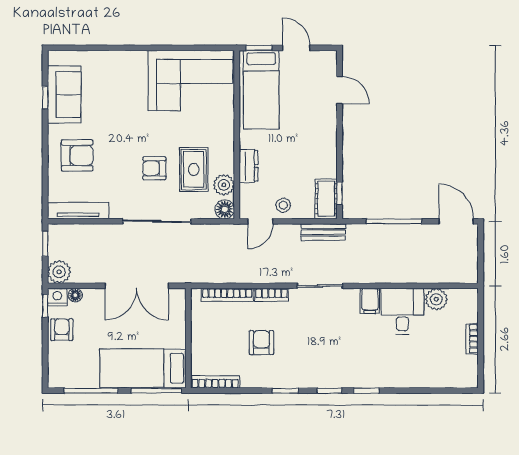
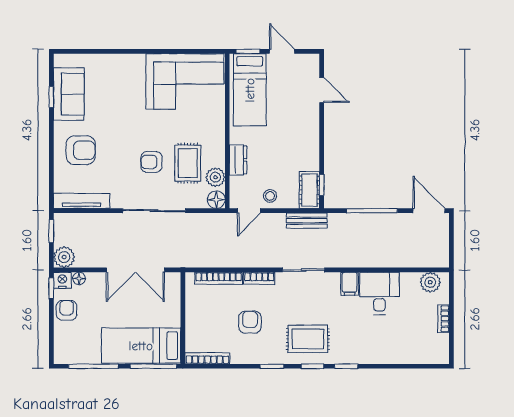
plant: (436, 299) -> (430, 282), moved
rug: (324, 361) -> (308, 339), added

